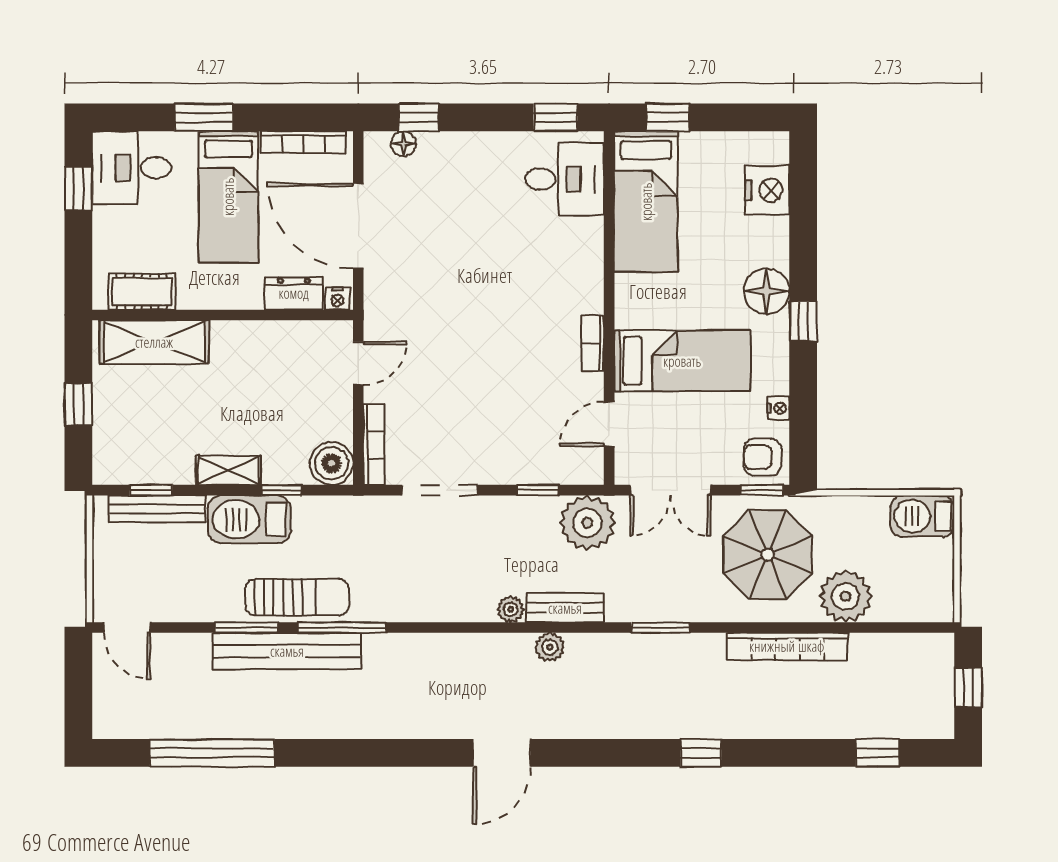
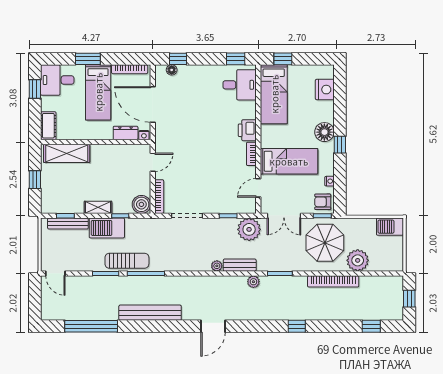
printer: (583, 287) -> (247, 130), added
cot: (142, 292) -> (48, 126), moved, turned 90
plant: (550, 647) -> (253, 282), moved
bench: (287, 651) -> (150, 313), moved

